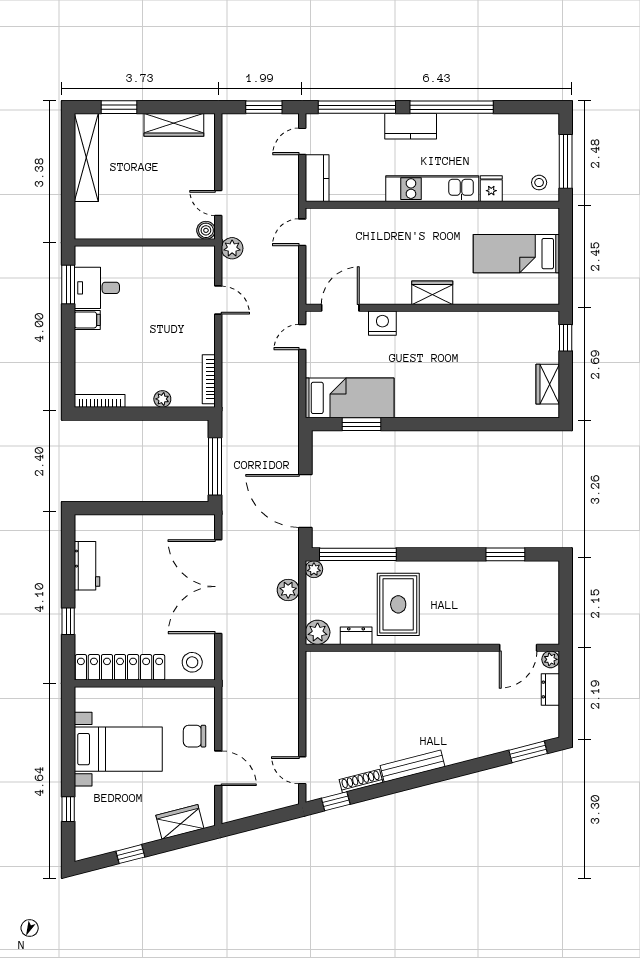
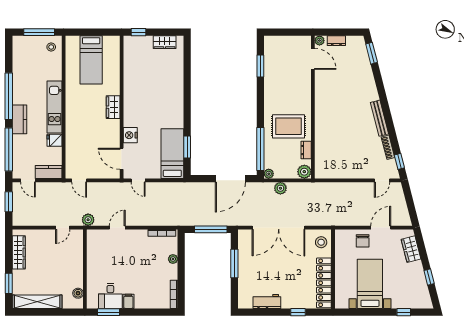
fridge: (491, 189) -> (55, 140), moved
boiler: (206, 230) -> (78, 293), moved
window: (155, 508) -> (234, 263), added

